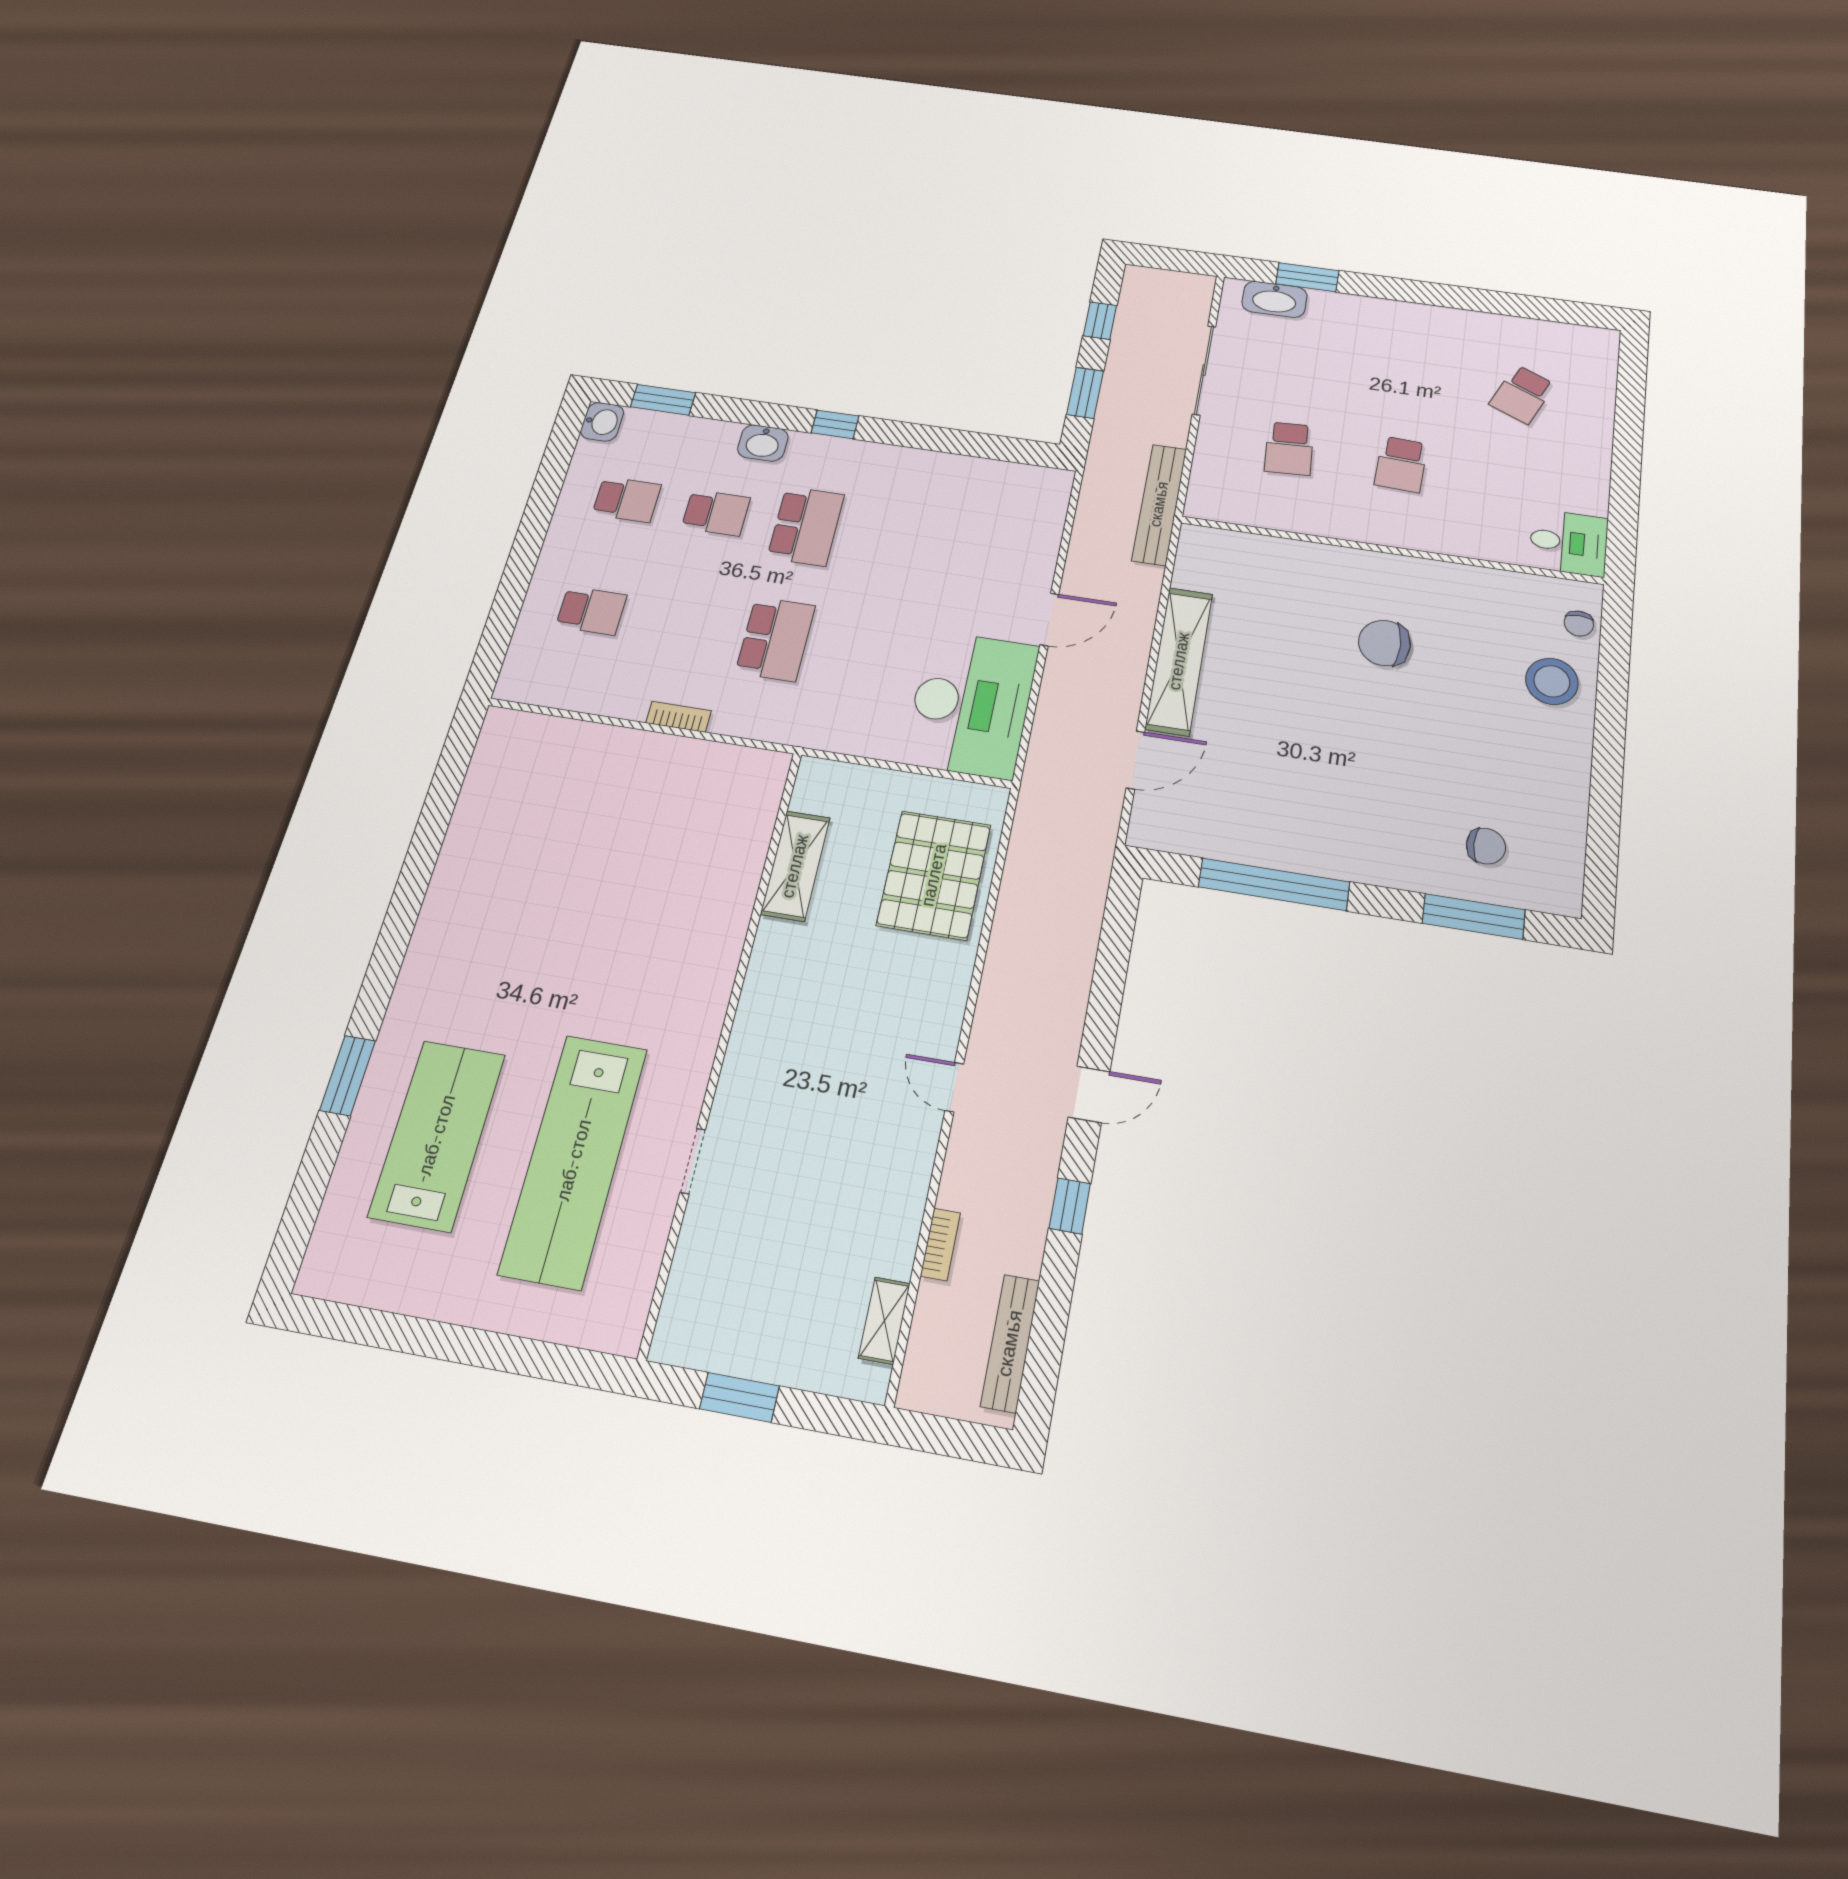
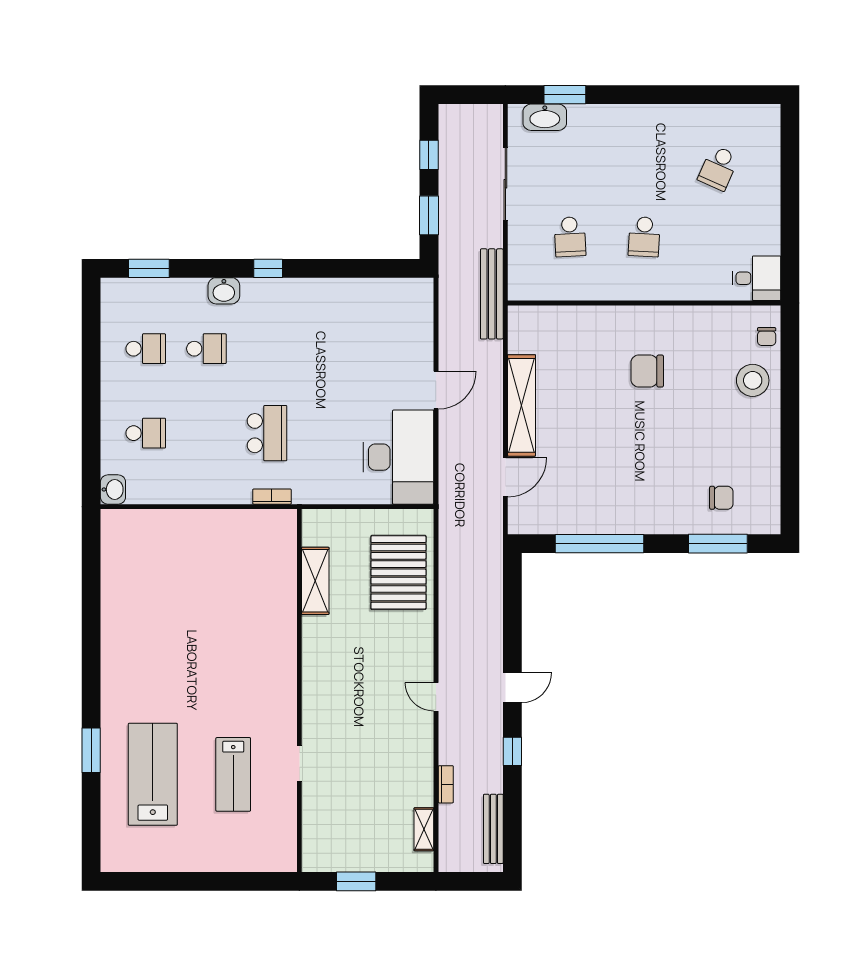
washbasin: (602, 422) -> (113, 489), moved
school desk: (806, 526) -> (267, 349), removed
bookcase: (678, 717) -> (272, 497), moved
lab bench: (574, 1160) -> (233, 774), width x0.54, depth x0.72

